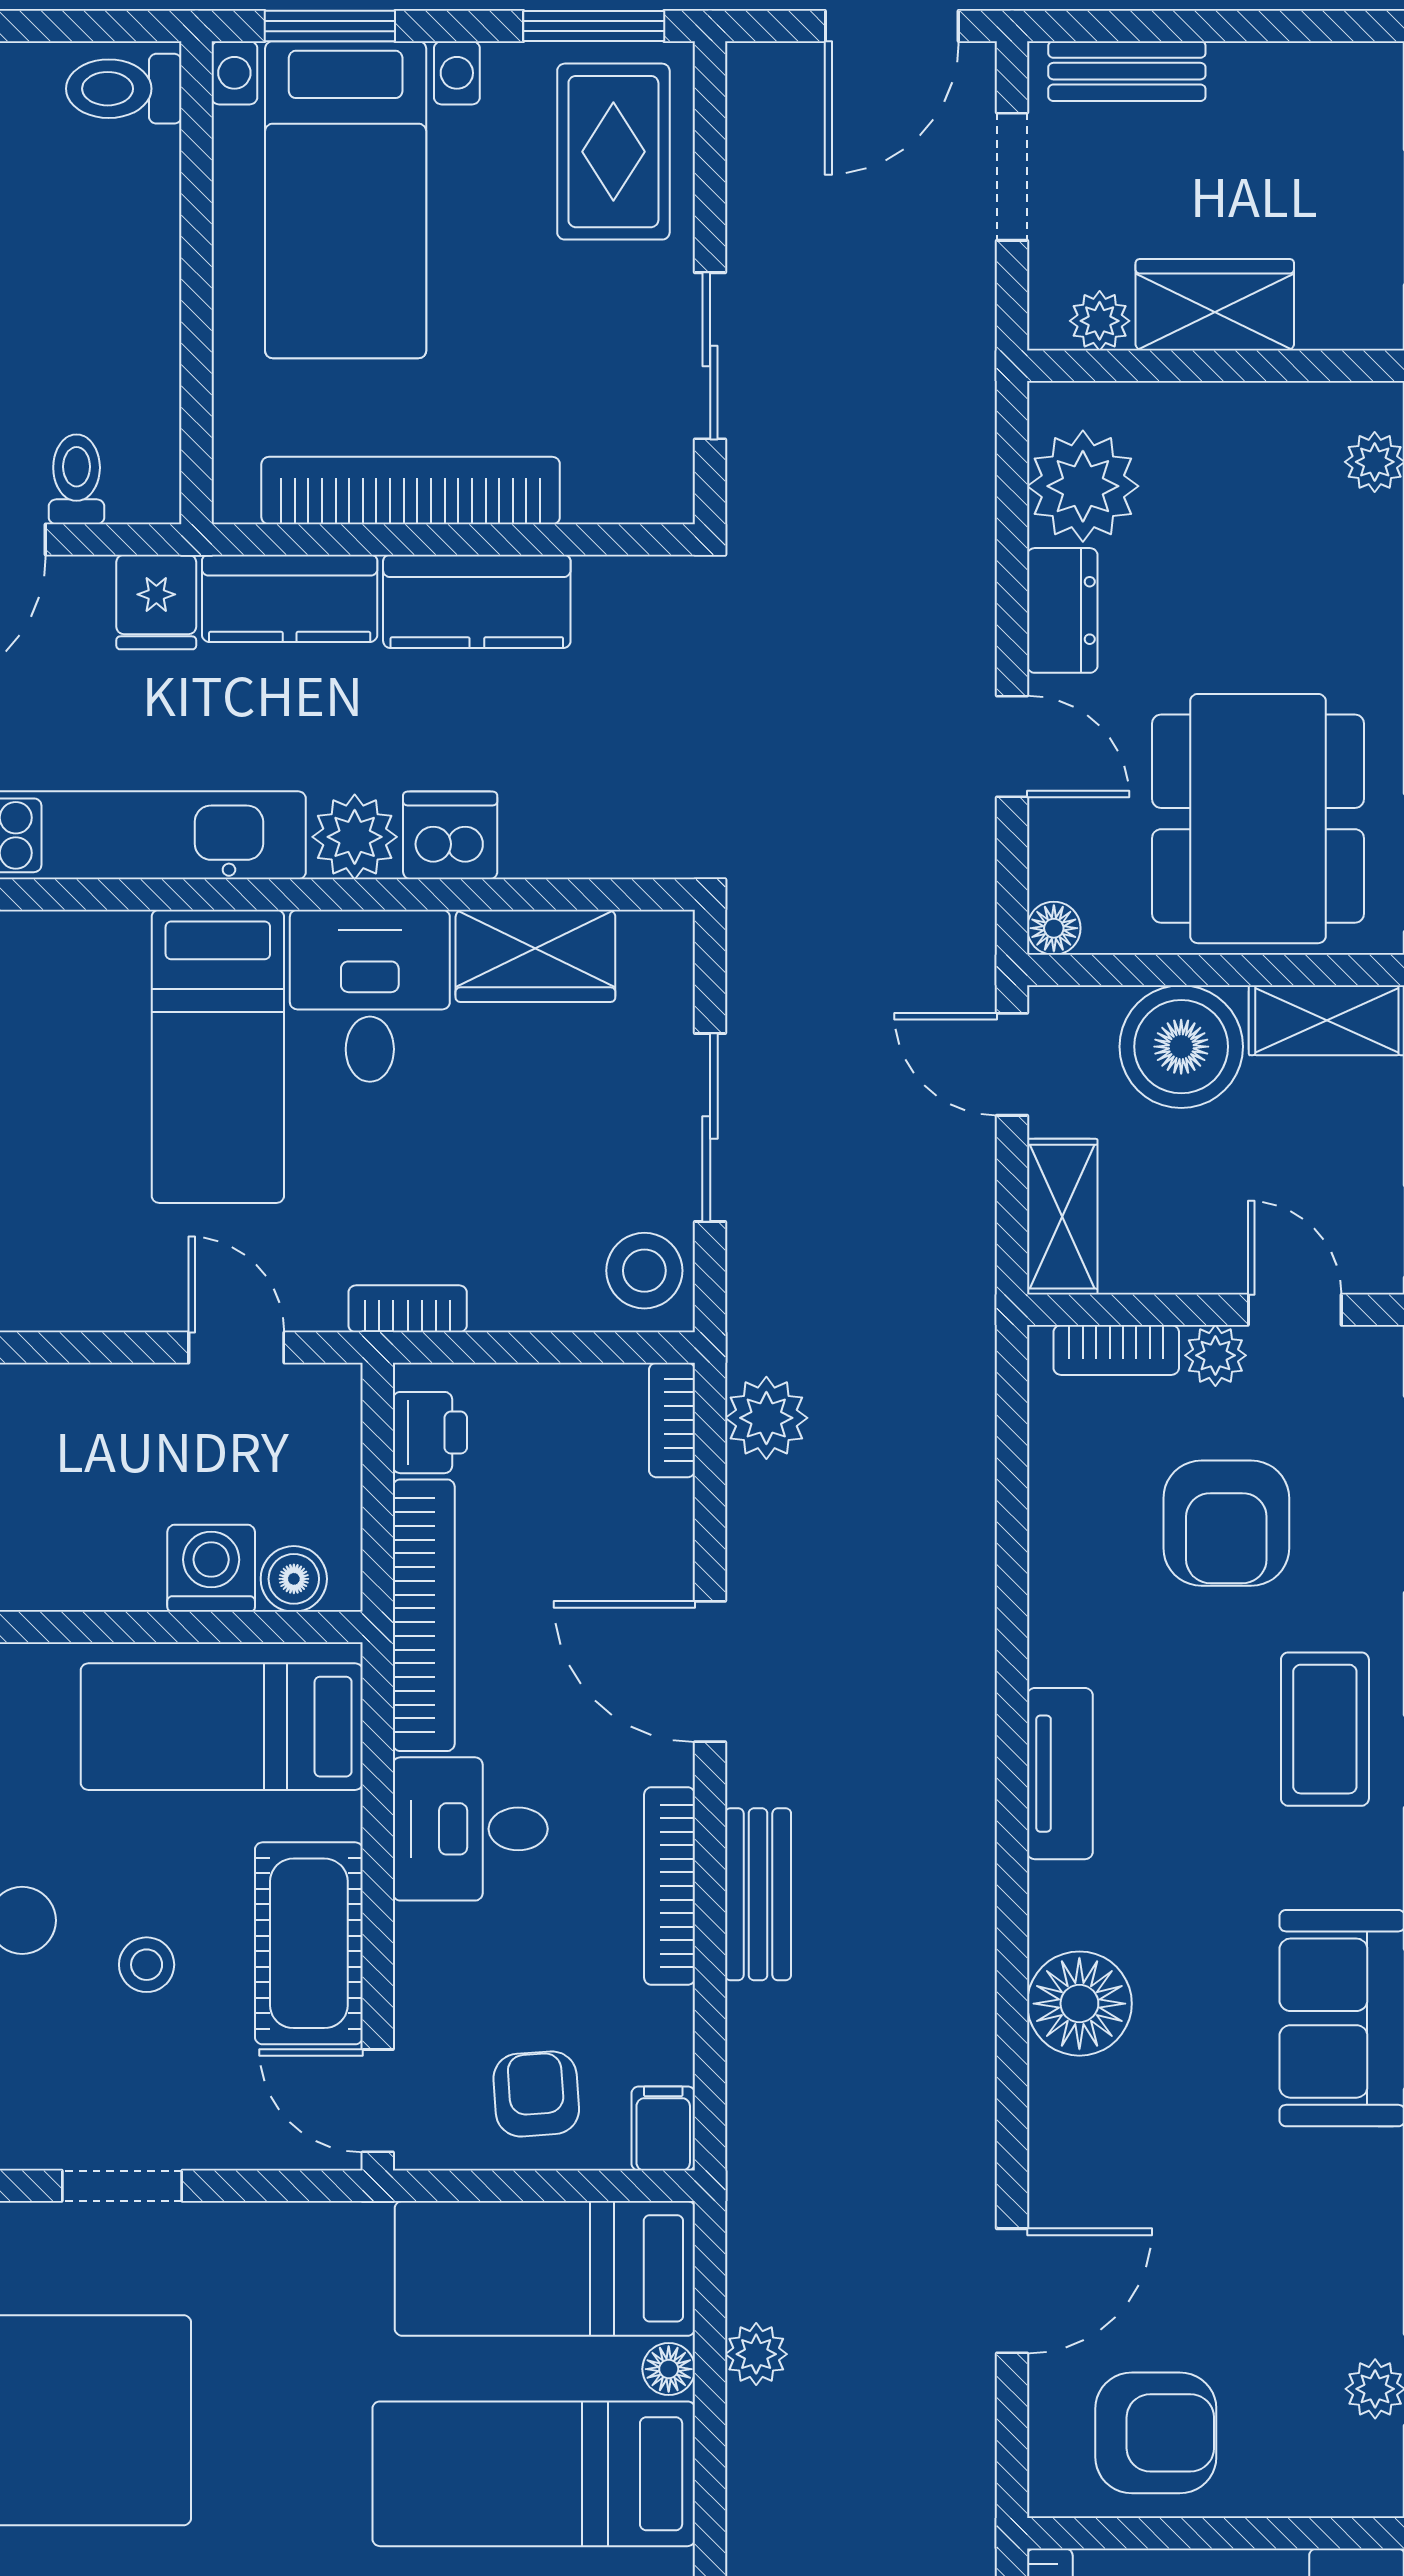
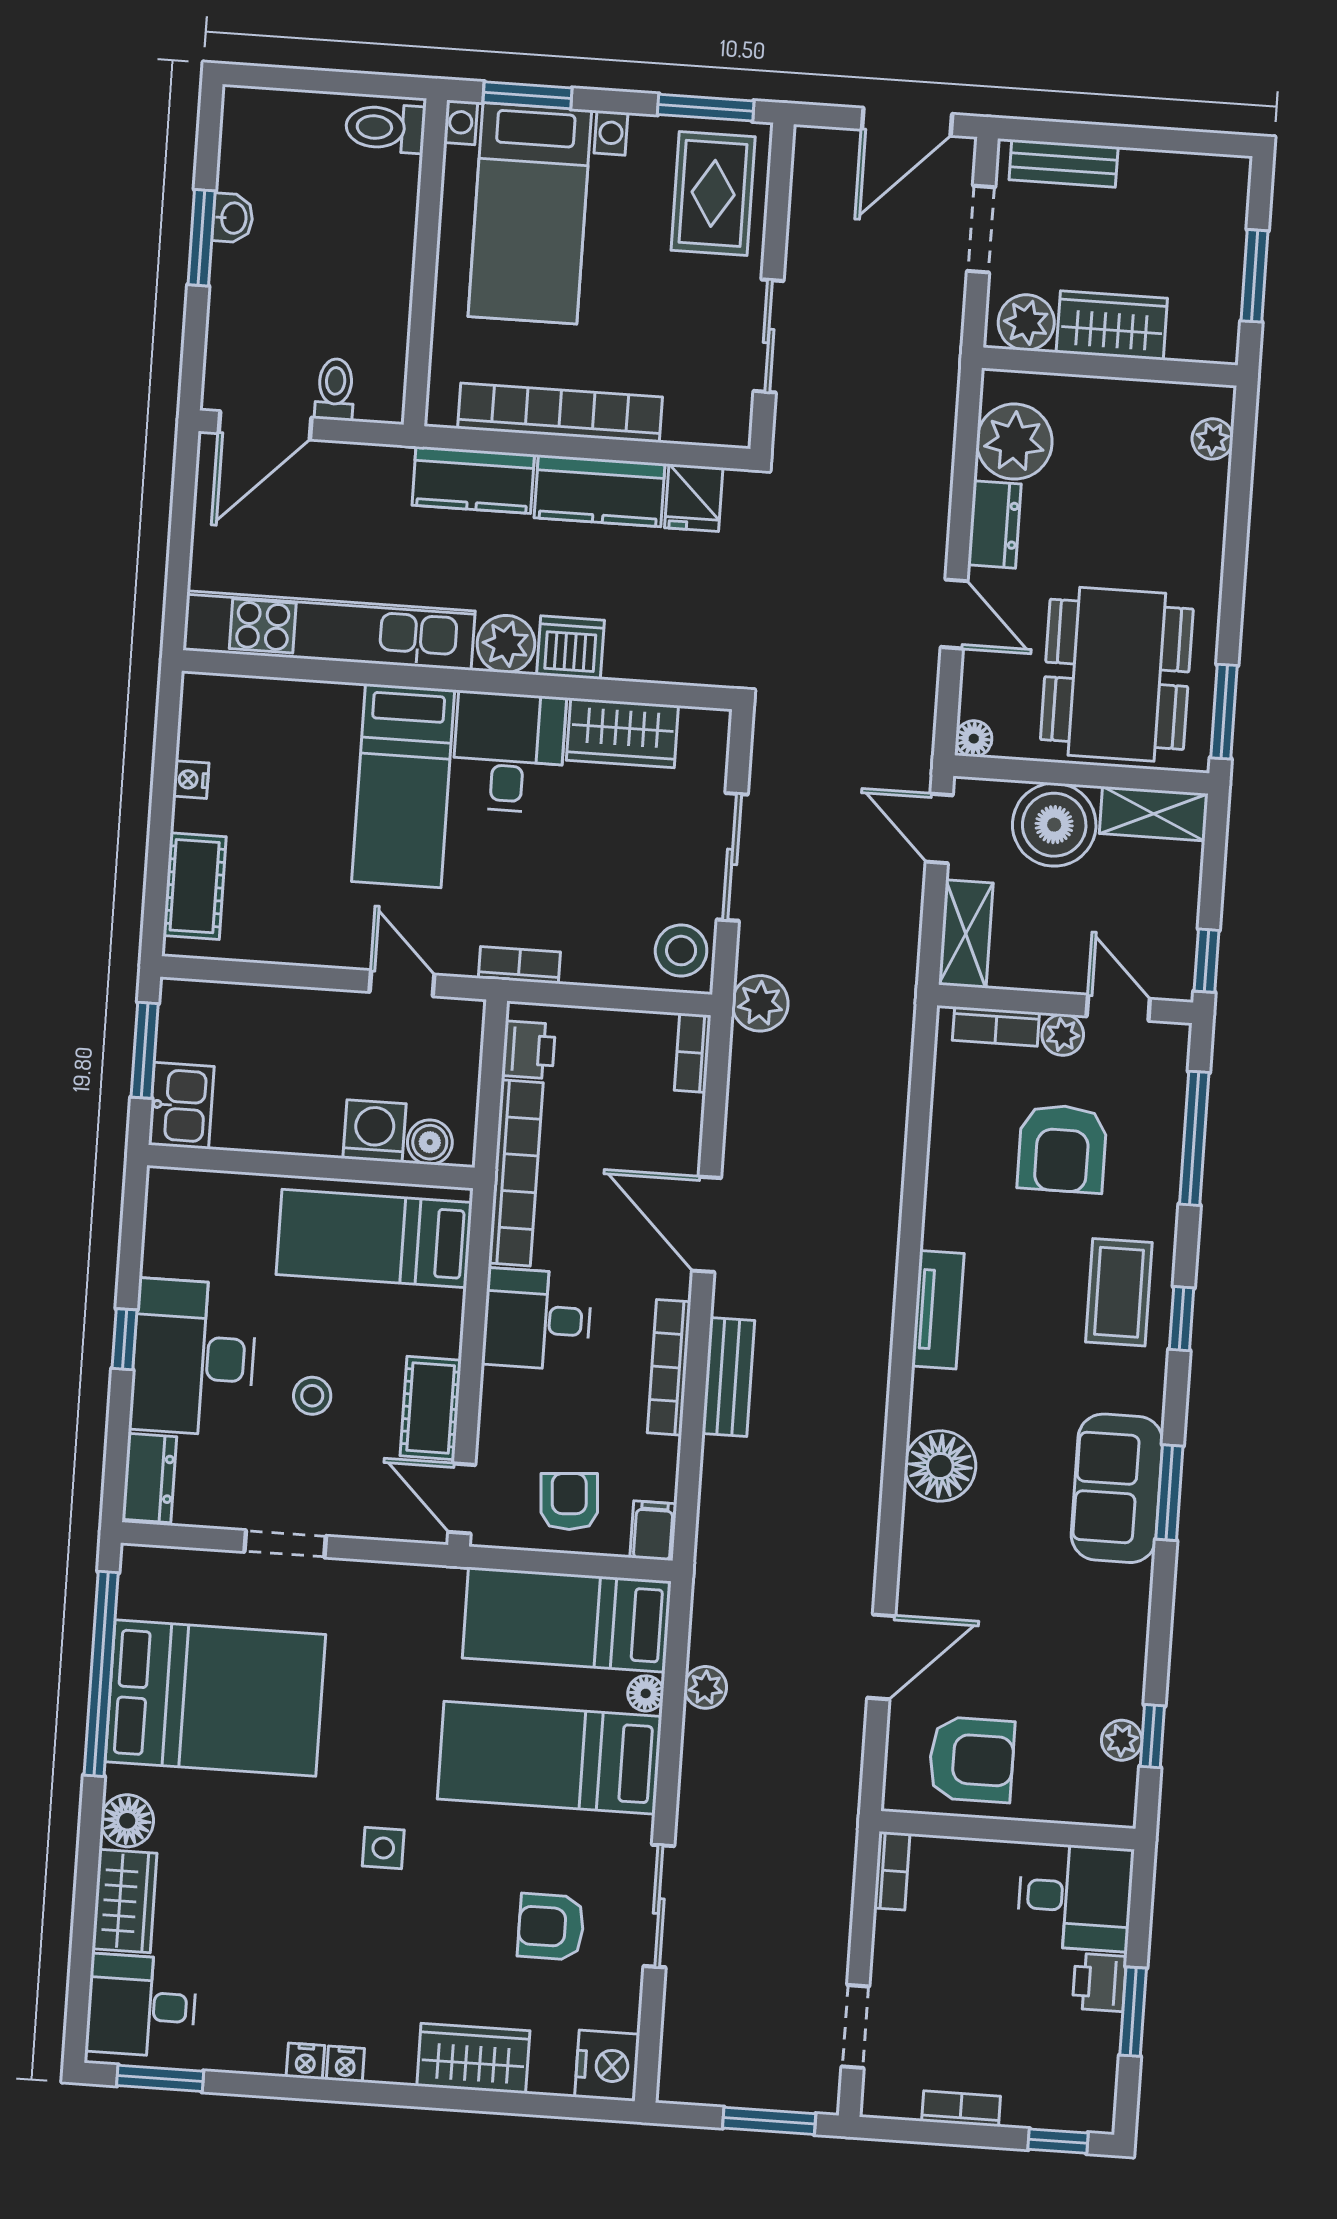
plant: (1100, 321) -> (1026, 322), width x1.38, depth x1.38
fridge: (156, 602) -> (694, 498), moved
plant: (766, 1418) -> (760, 1003), moved
cot: (309, 1943) -> (431, 1408), width x0.73, depth x0.75

